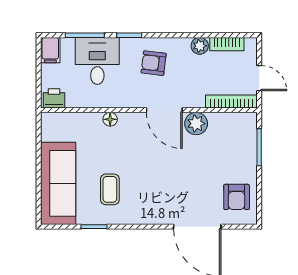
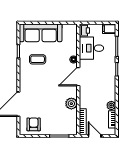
desk: (97, 61) -> (91, 48), moved, turned 180
armchair: (154, 63) -> (102, 82), removed
door: (259, 78) -> (95, 136), swing flipped
door: (164, 110) -> (78, 77), moved
armchair: (237, 197) -> (34, 124), turned 90

